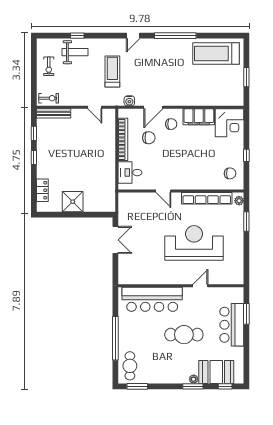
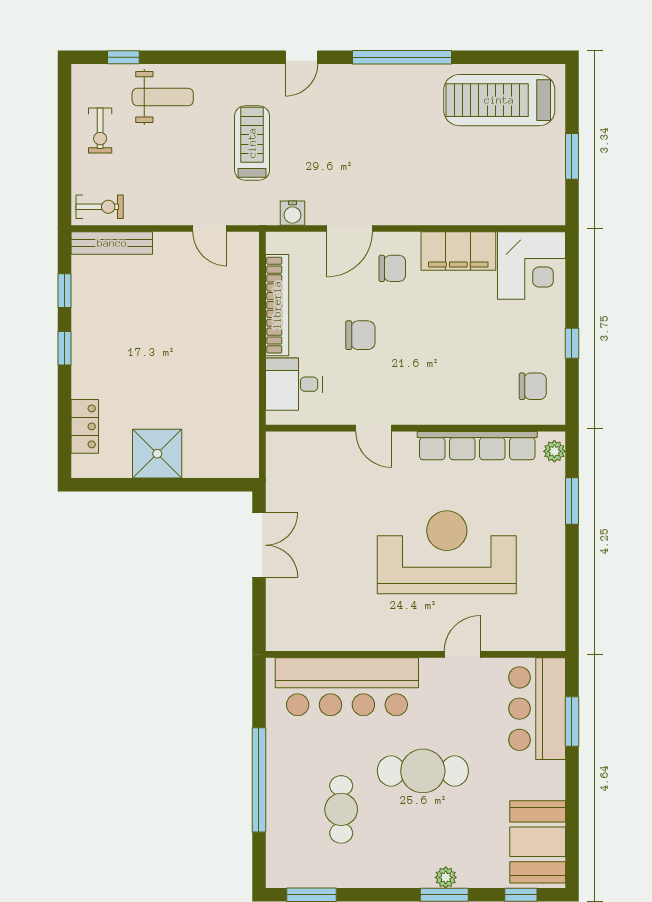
window: (77, 36) -> (123, 57), moved
chair: (149, 138) -> (360, 335), moved
bar counter: (232, 325) -> (537, 709), moved
cafe table: (130, 366) -> (341, 809), moved
booth: (216, 372) -> (538, 842), moved, turned 90

